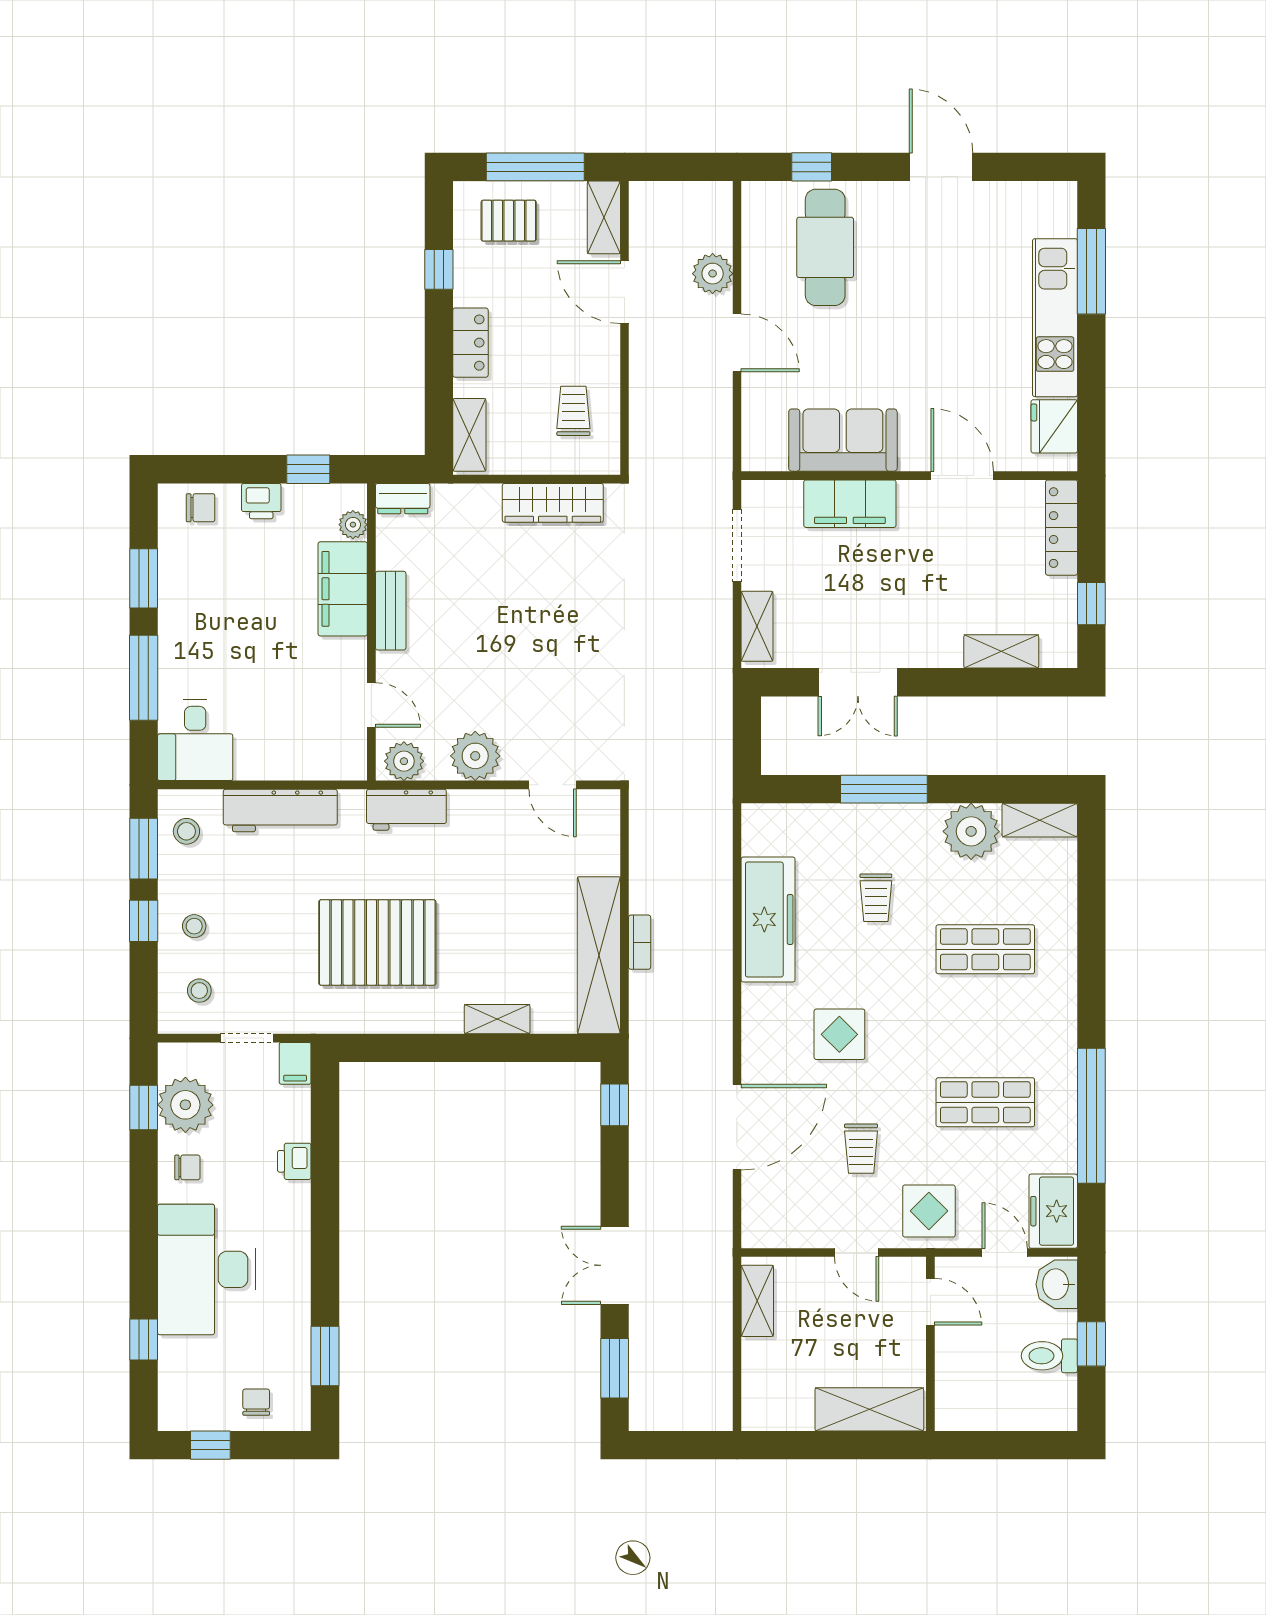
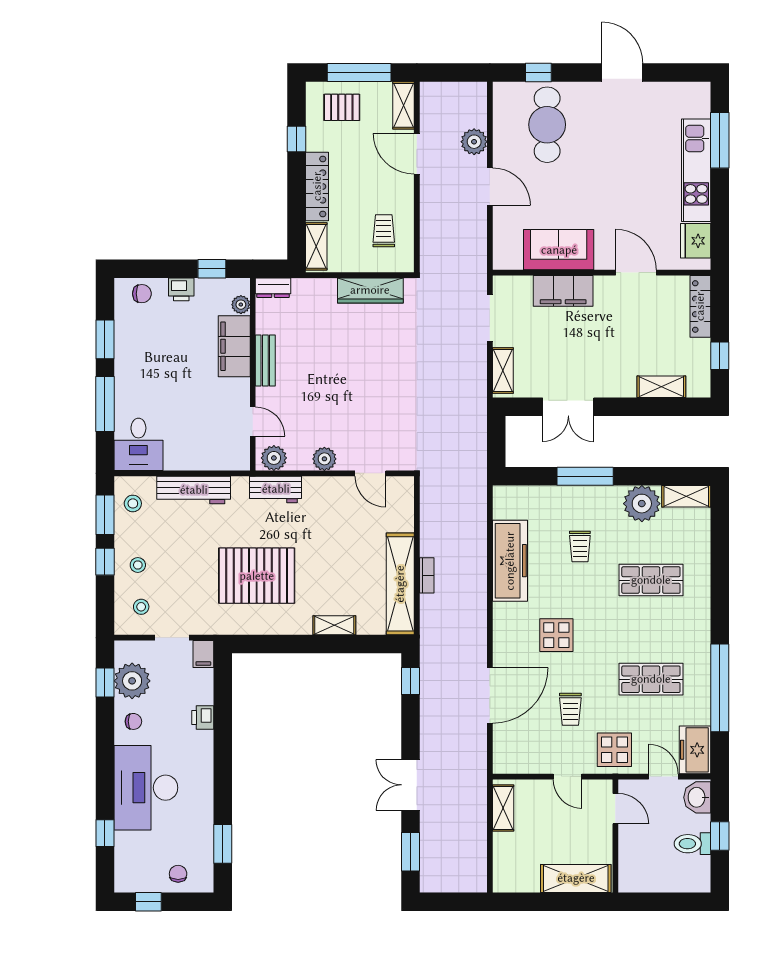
locker: (470, 343) -> (317, 186), width x1.53
plant: (475, 756) -> (324, 459), width x0.73, depth x0.73

